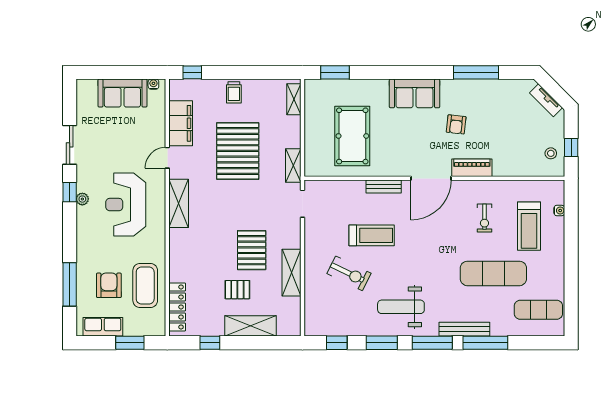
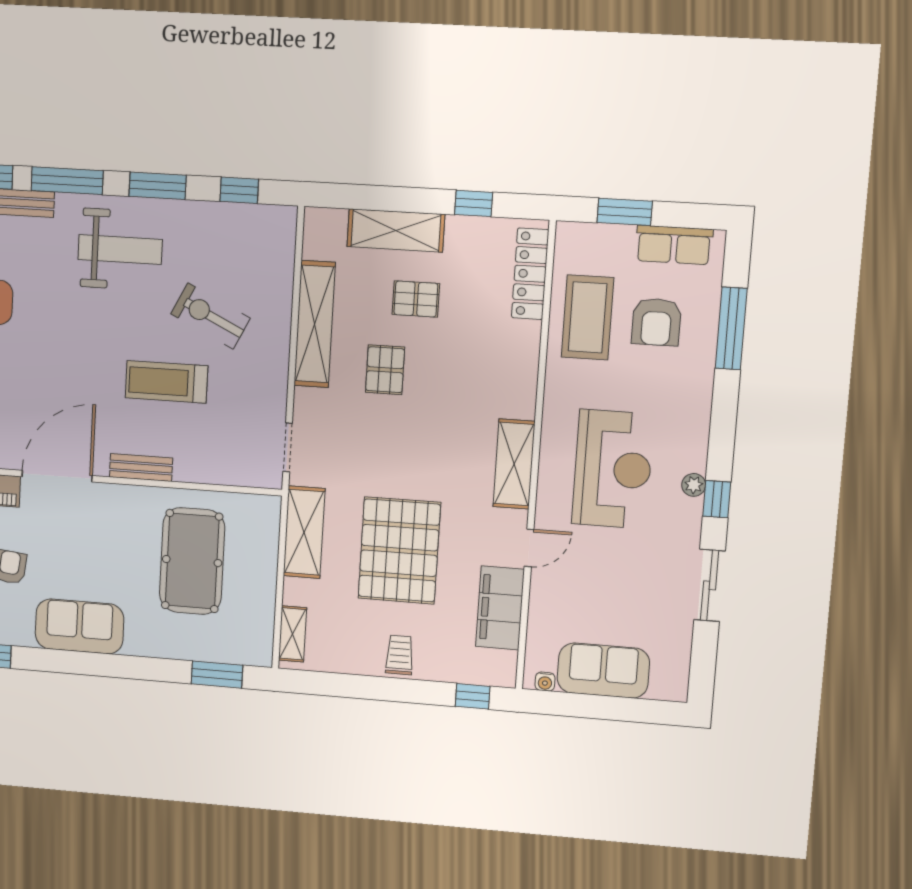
shelving: (293, 166) -> (304, 532), width x1.50, depth x1.33
pallet: (252, 250) -> (385, 370), width x0.67, depth x0.71
shelving: (291, 273) -> (315, 324), width x1.47

